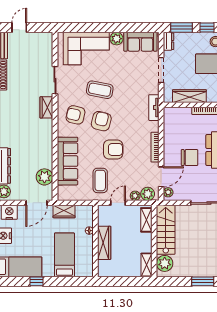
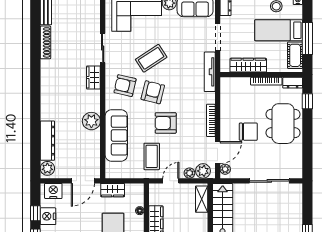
coffee table: (100, 90) -> (151, 58), turned -44
tv unit: (154, 108) -> (210, 72), width x1.41
armchair: (113, 149) -> (166, 123), turned 180
plant: (44, 177) -> (91, 121), moved

